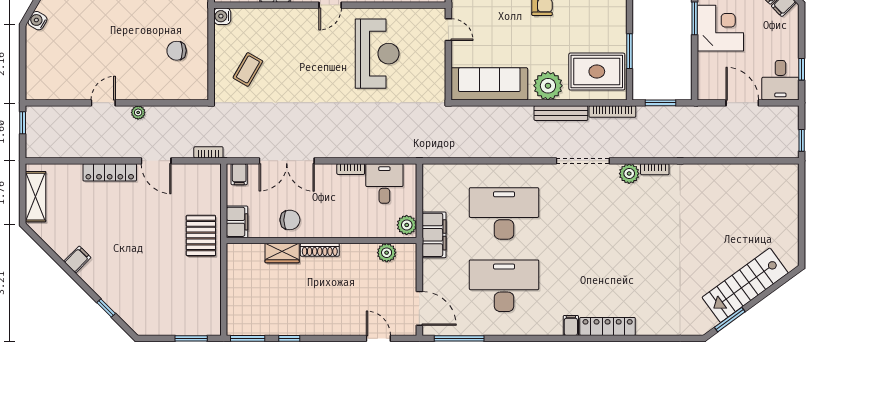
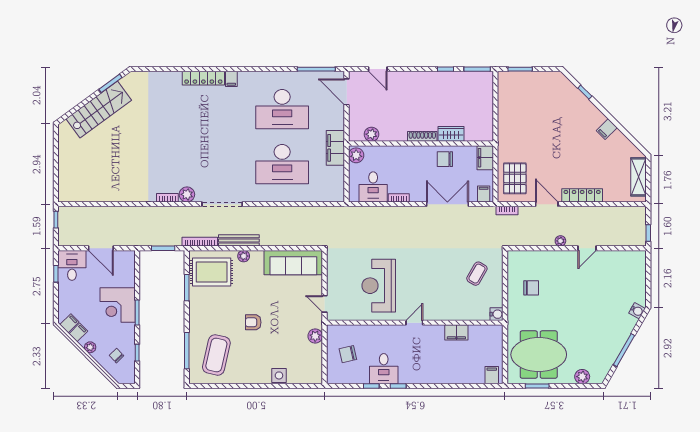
plant: (548, 86) -> (244, 256), width x0.53, depth x0.53
pallet: (201, 236) -> (515, 178), moved

